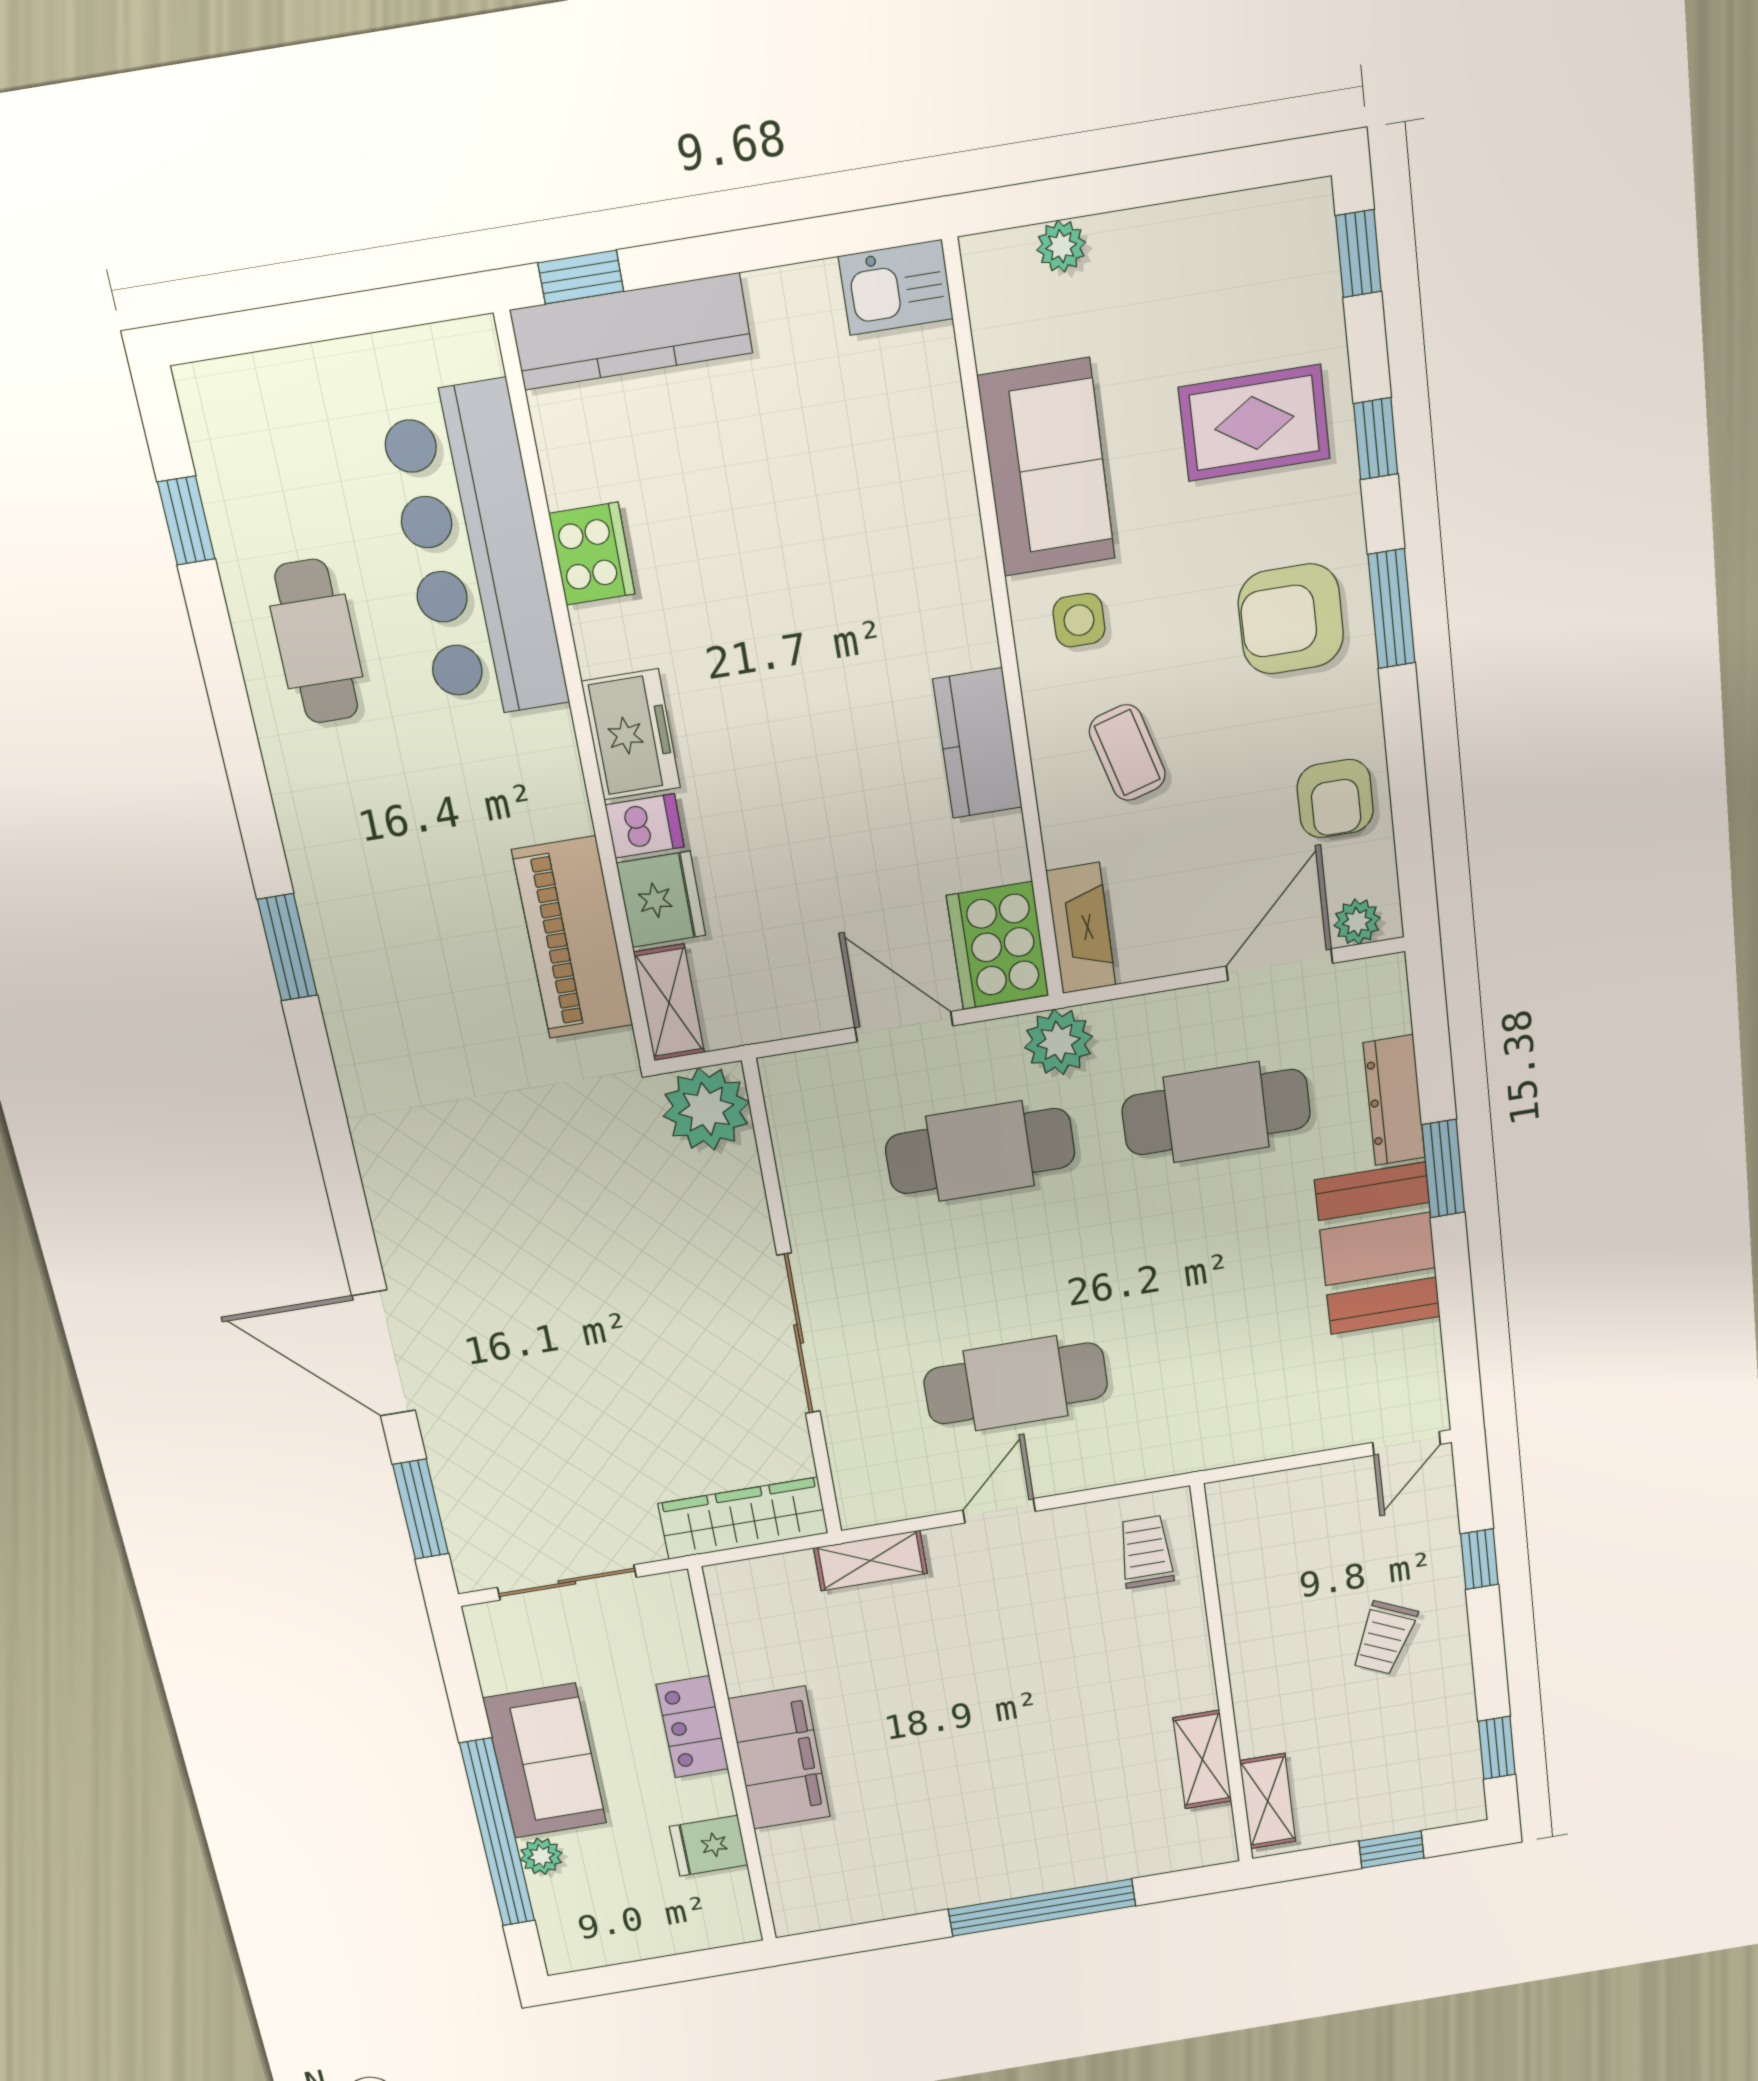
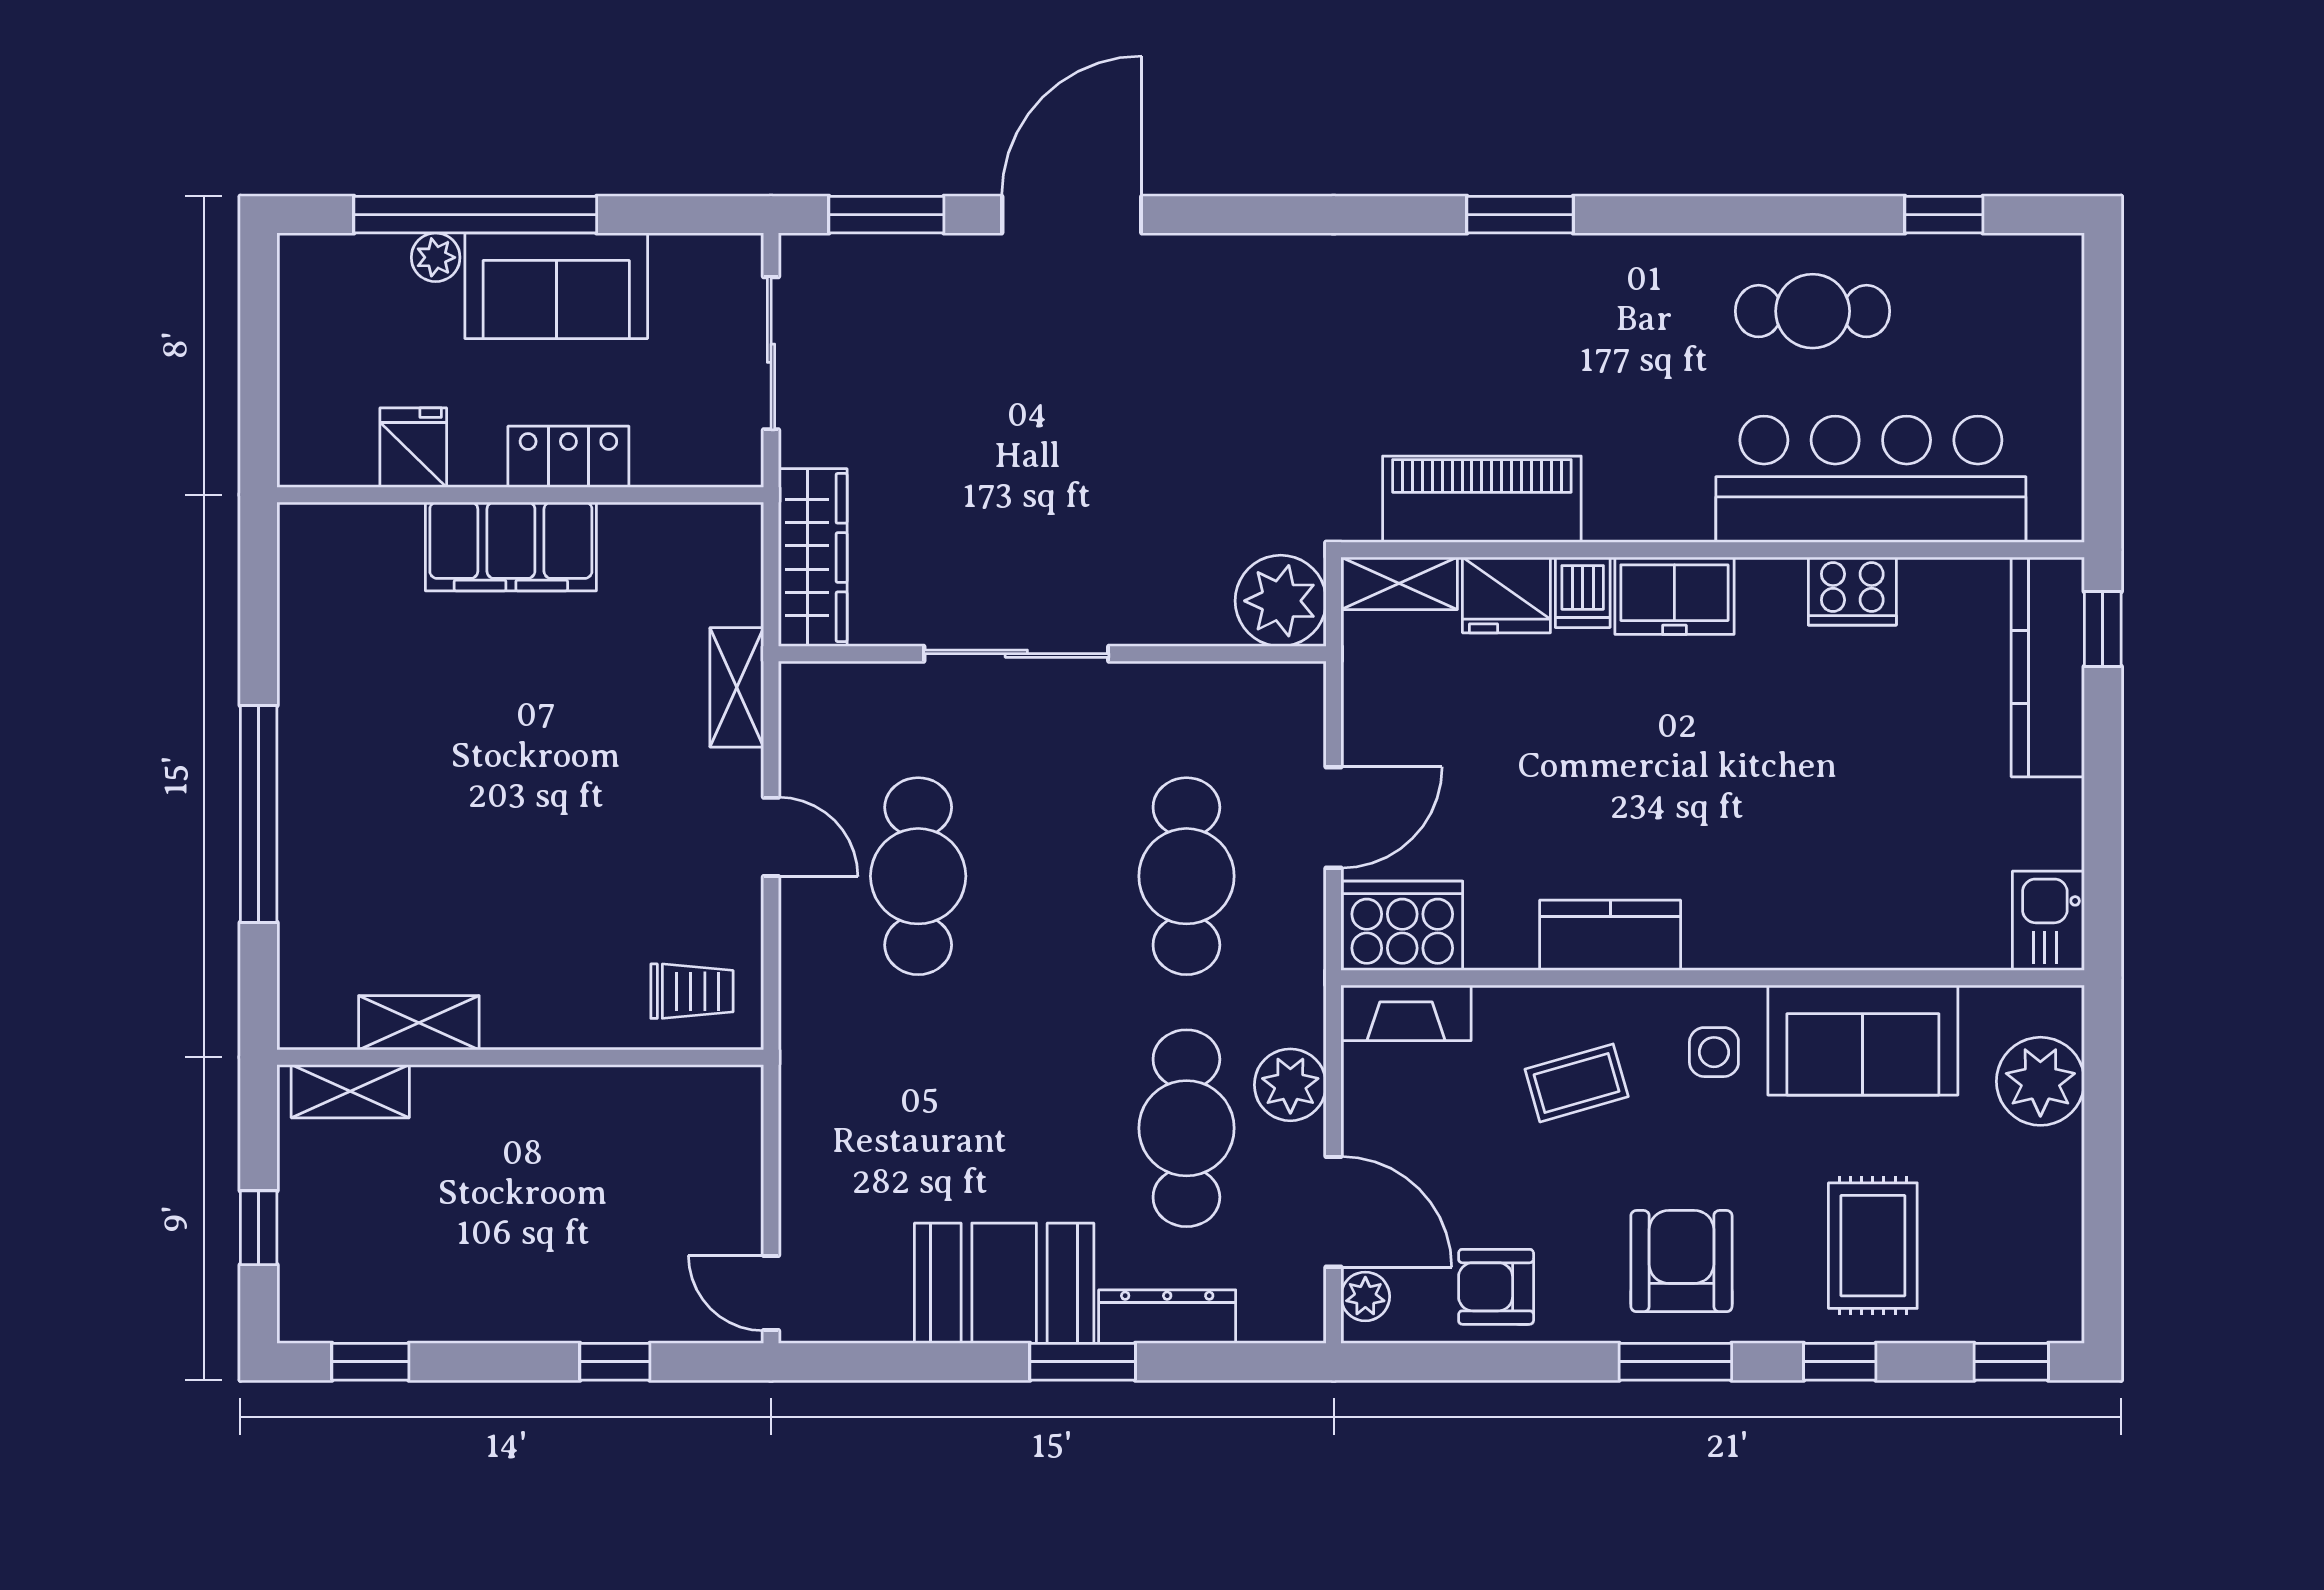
plant: (1061, 246) -> (2040, 1081), width x1.87, depth x1.87
plant: (1059, 1042) -> (1290, 1085), moved
trolley: (1384, 1638) -> (536, 1245), removed

